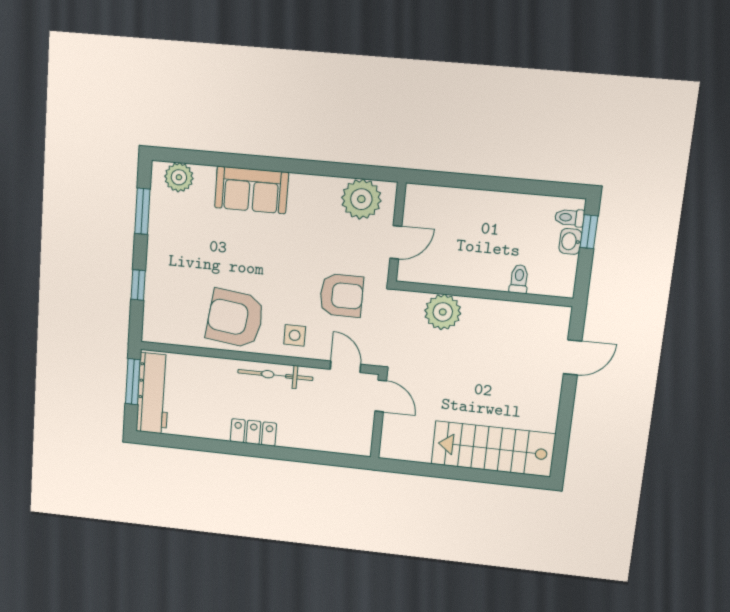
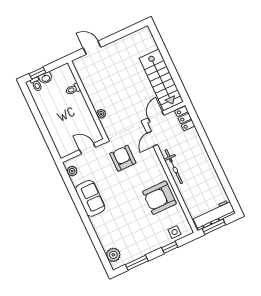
sofa: (251, 190) -> (90, 198), moved
plant: (361, 199) -> (72, 171), width x0.53, depth x0.53
plant: (443, 312) -> (101, 114), width x0.53, depth x0.53
armchair: (235, 318) -> (159, 198), turned 83
side table: (295, 335) -> (175, 232), moved
locker: (253, 432) -> (185, 118), moved
stairs: (493, 449) -> (161, 80), moved

